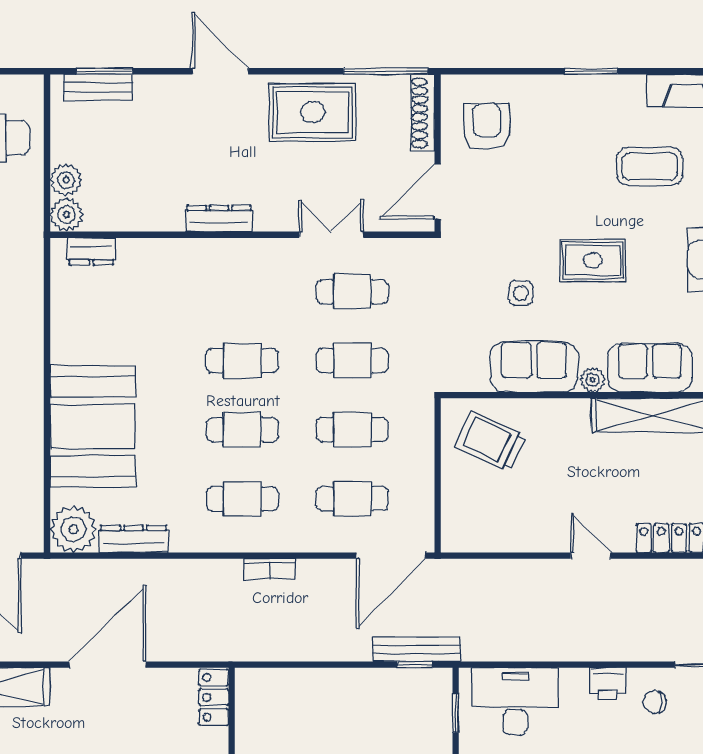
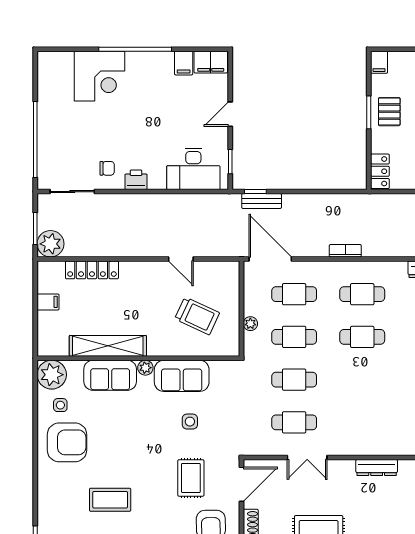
rug: (593, 260) -> (191, 478), moved, turned 90
cafe table: (242, 361) -> (362, 380), removed
trolley: (491, 441) -> (197, 316), moved
plant: (423, 451) -> (250, 324), added
door: (391, 556) -> (270, 259), hinge flipped
door: (591, 556) -> (181, 259), moved
bench: (417, 649) -> (262, 201), width x0.73

